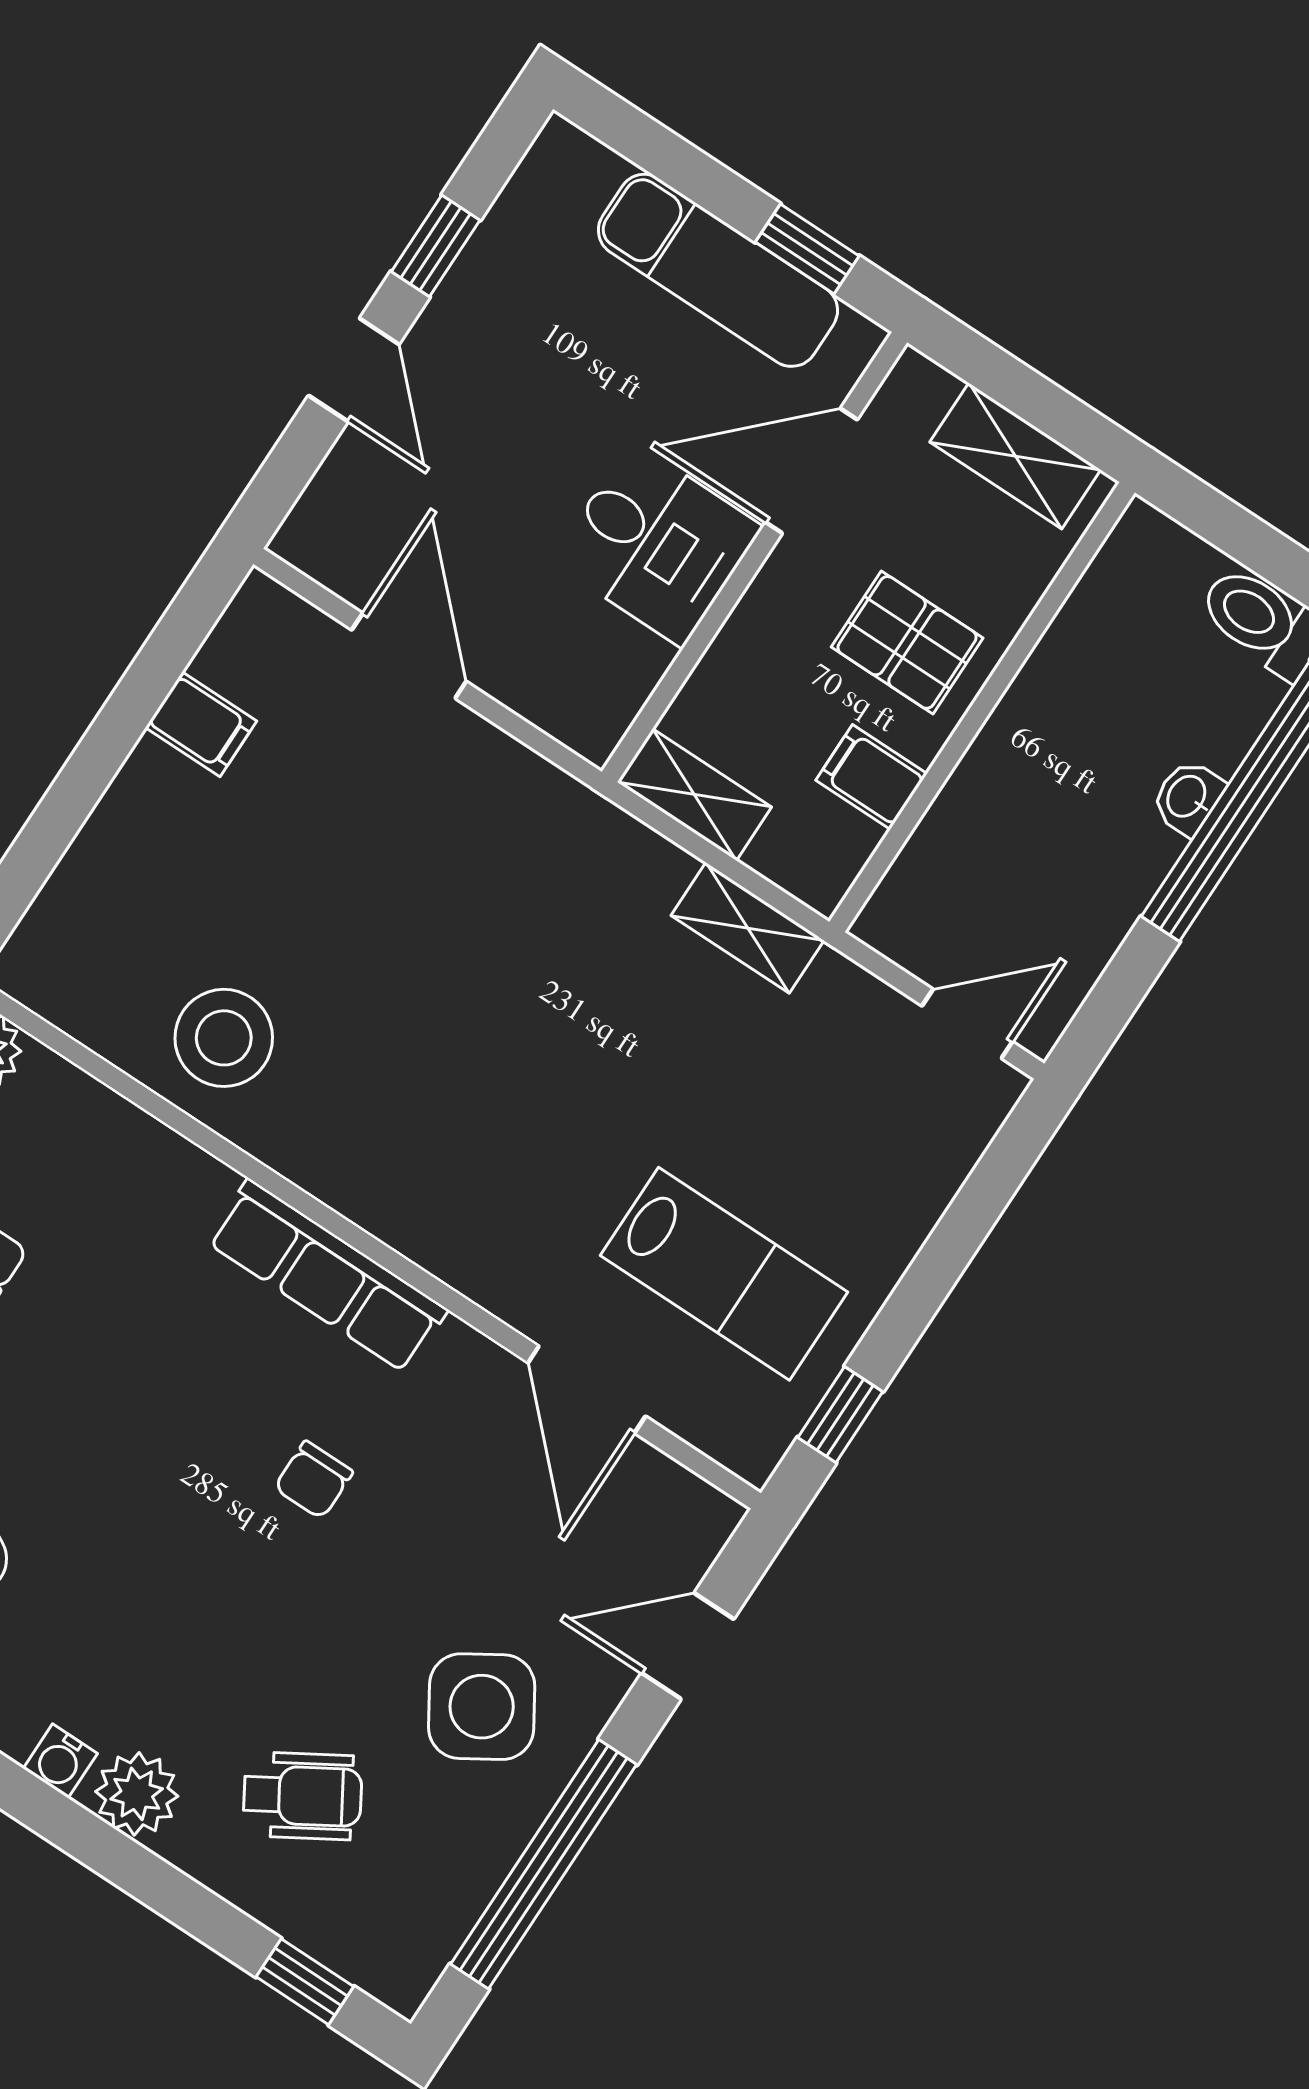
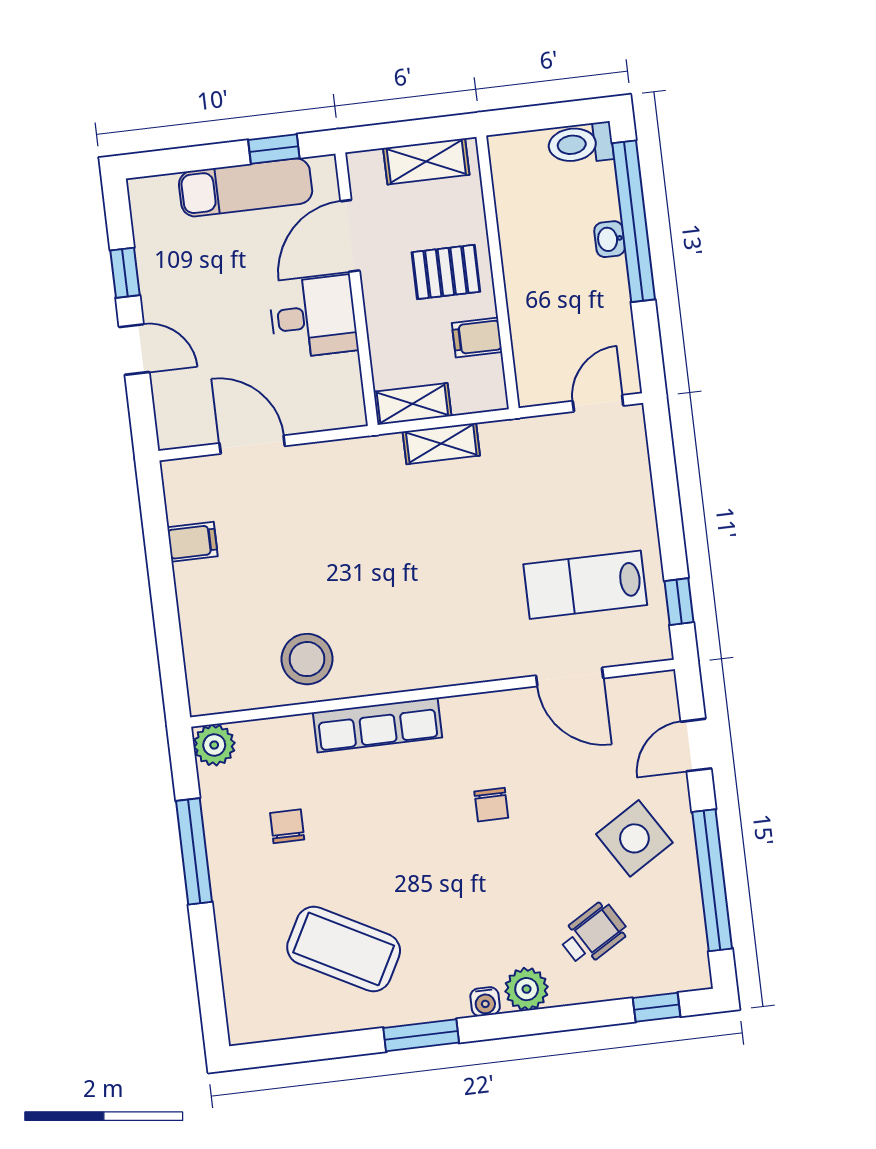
shelving: (747, 928) -> (441, 444), moved
lab bench: (724, 1274) -> (585, 585), turned 180
row of seats: (327, 1276) -> (377, 725), moved

